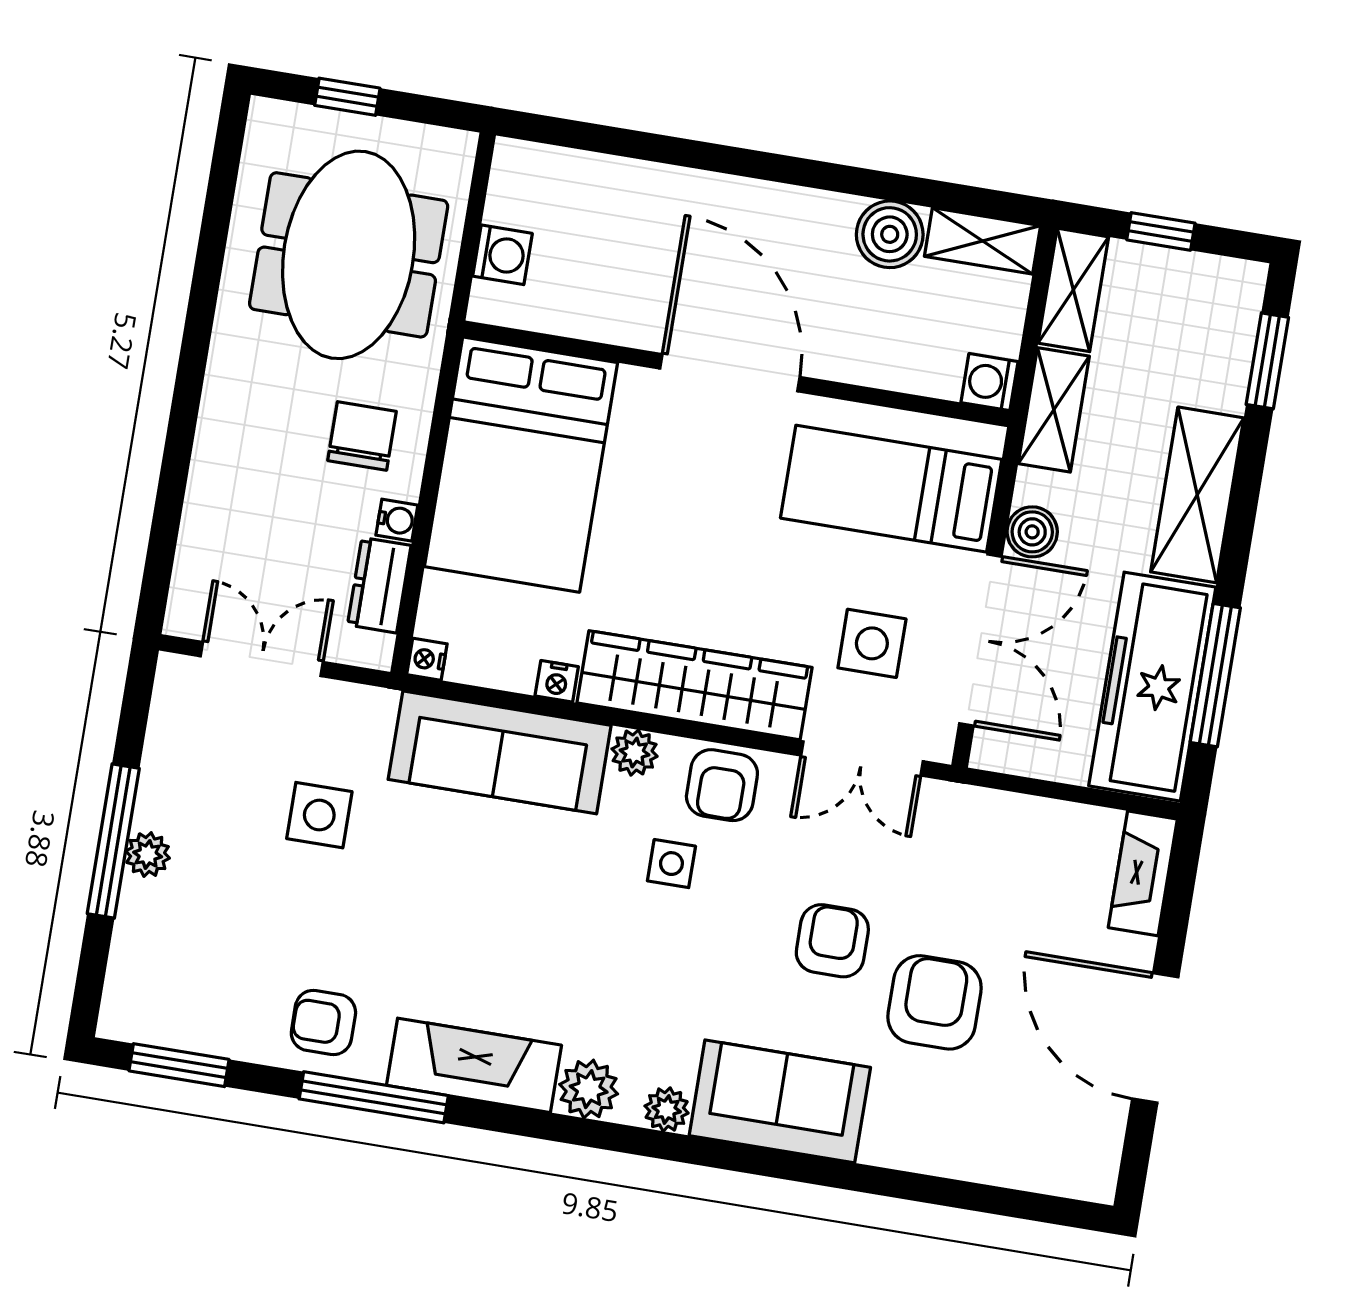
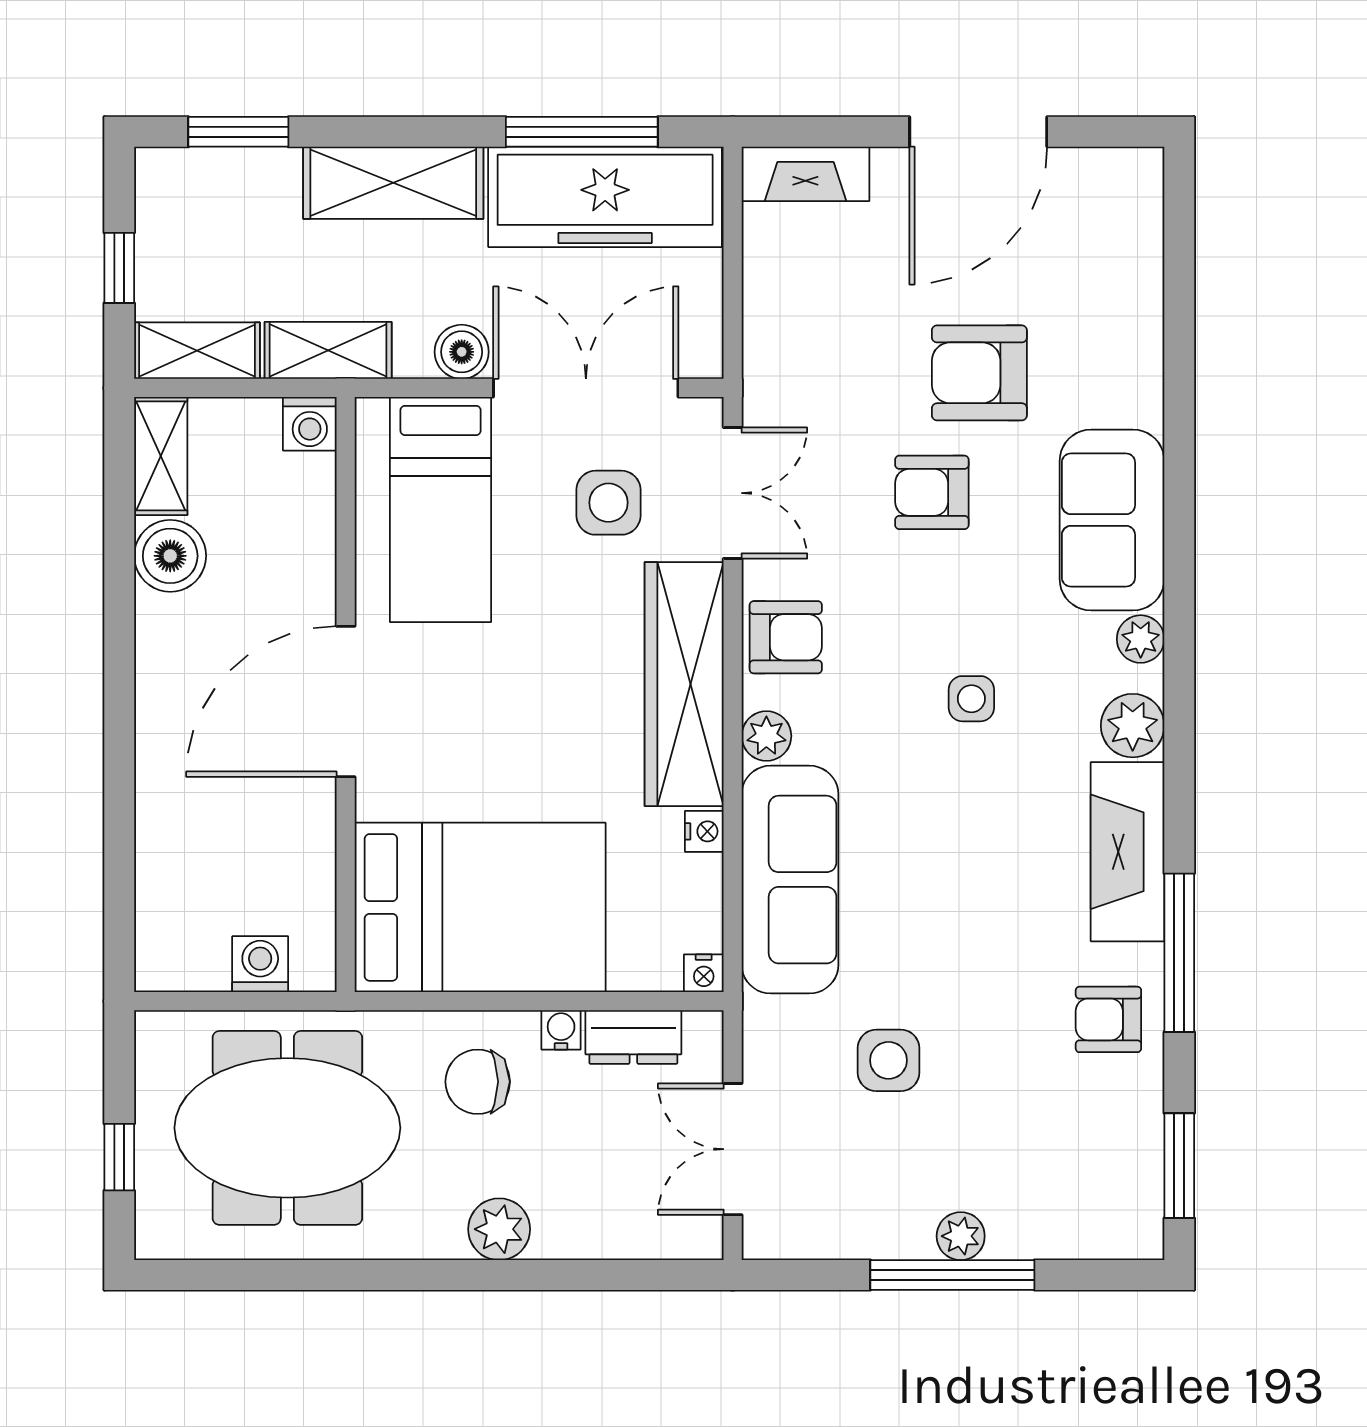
plant: (224, 433) -> (499, 1229), added
side table: (671, 864) -> (971, 699), moved
armchair: (323, 1022) -> (1108, 1019), turned 90

